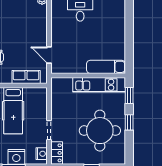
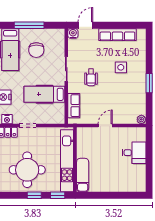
door: (49, 55) -> (105, 126), moved
kitchen unit: (99, 85) -> (67, 161), width x1.36

